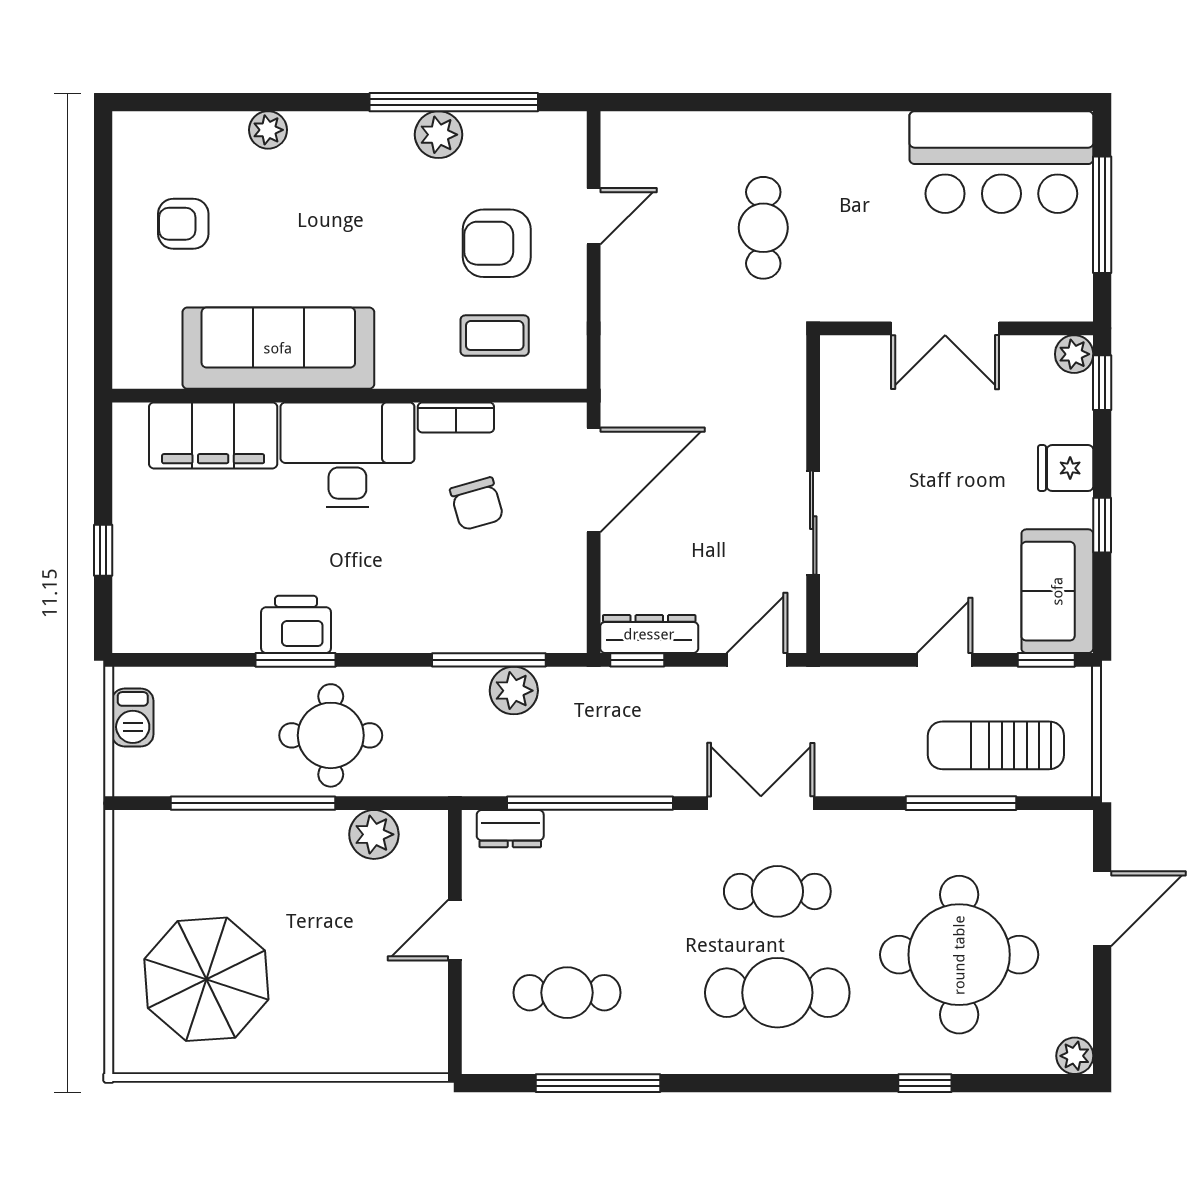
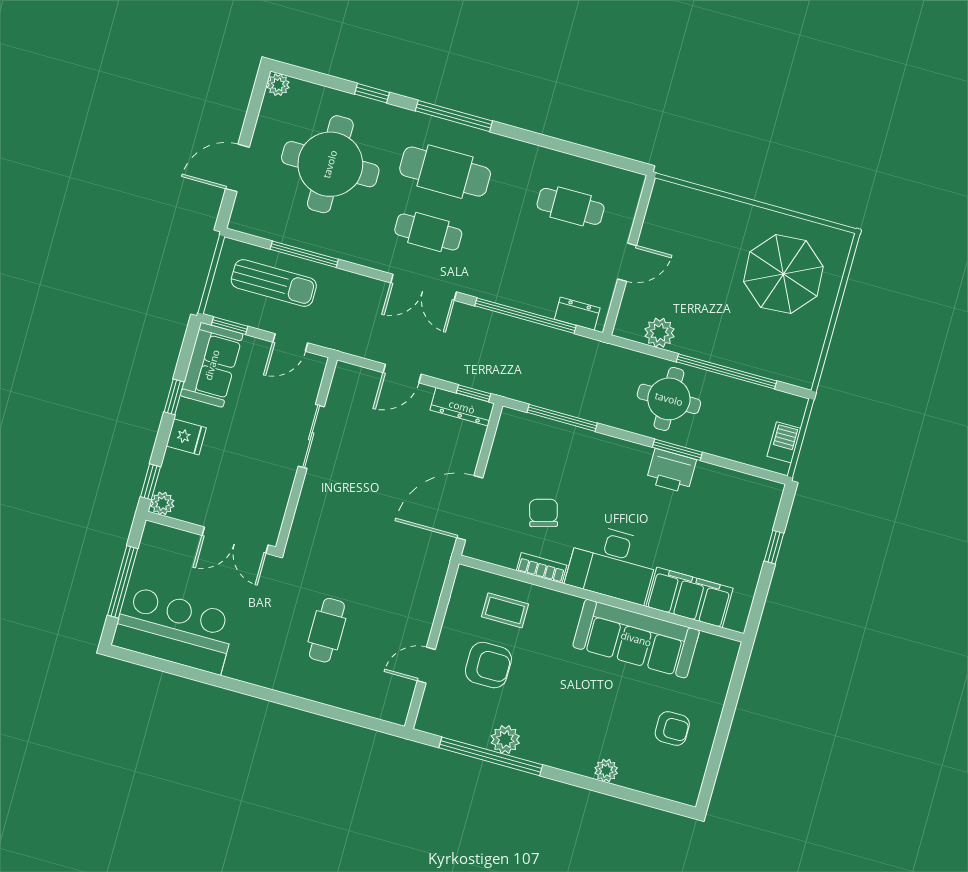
double door: (945, 328) -> (235, 540), swing flipped
wall: (813, 494) -> (306, 453), moved
sliding door: (813, 523) -> (311, 436), moved
plant: (514, 691) -> (552, 395), removed
window: (598, 1083) -> (454, 116), moved

